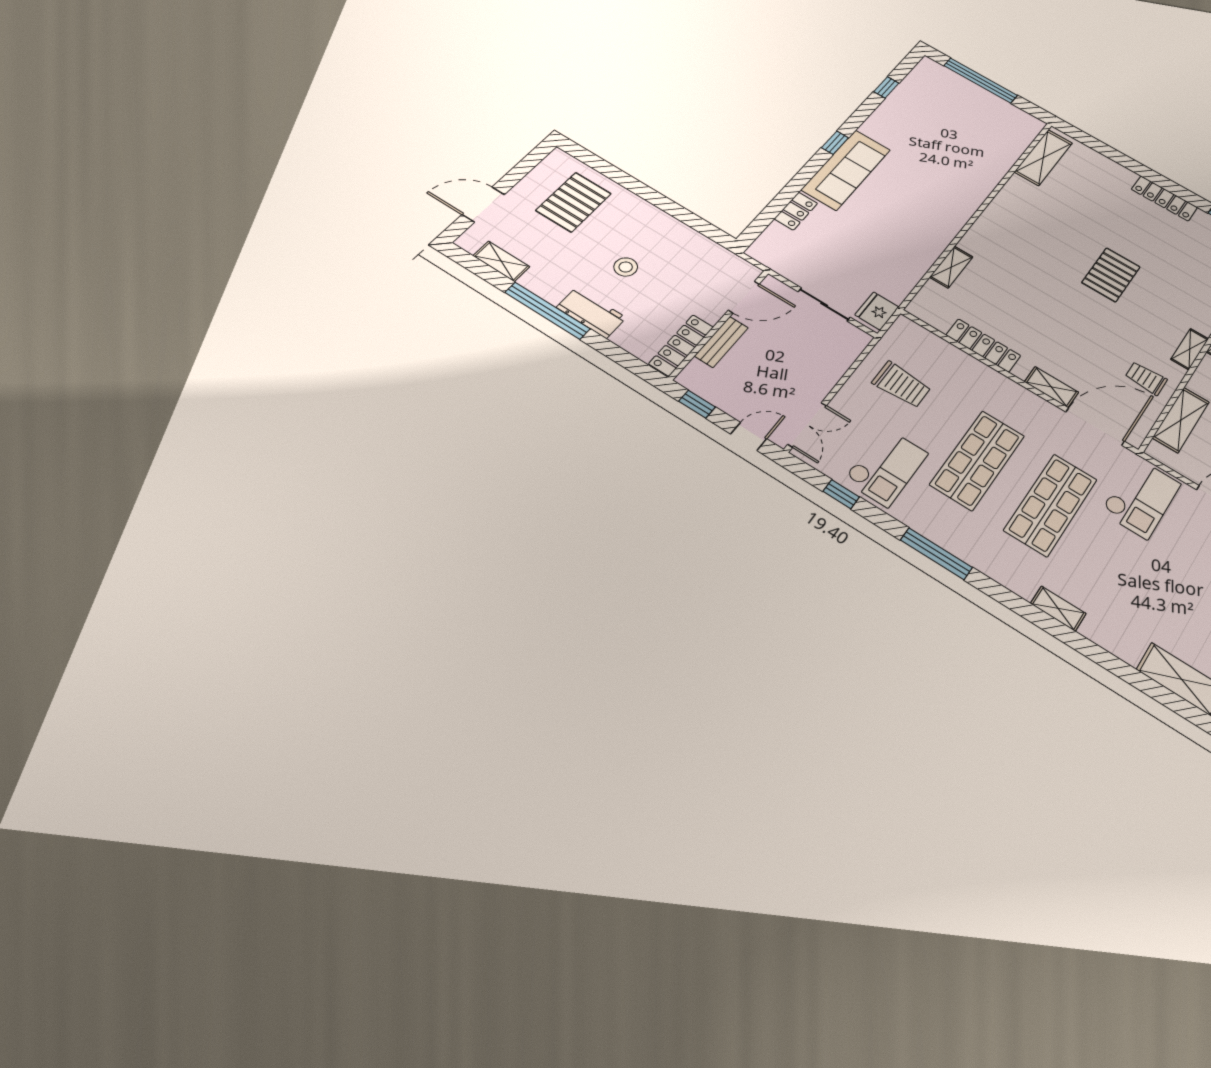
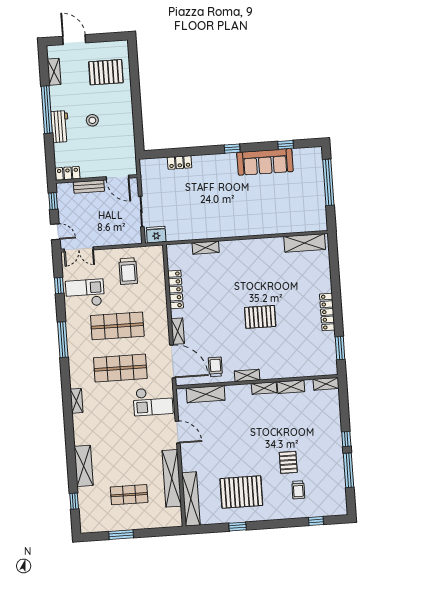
sofa: (846, 170) -> (265, 162), moved
locker: (681, 345) -> (68, 173), width x0.66
checkout: (886, 467) -> (85, 293), turned 180

